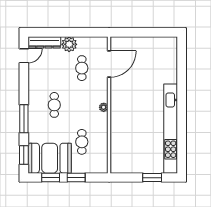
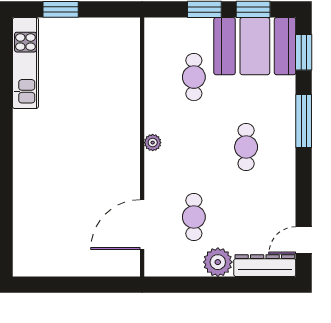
kitchen unit: (171, 129) -> (25, 63), width x0.54

